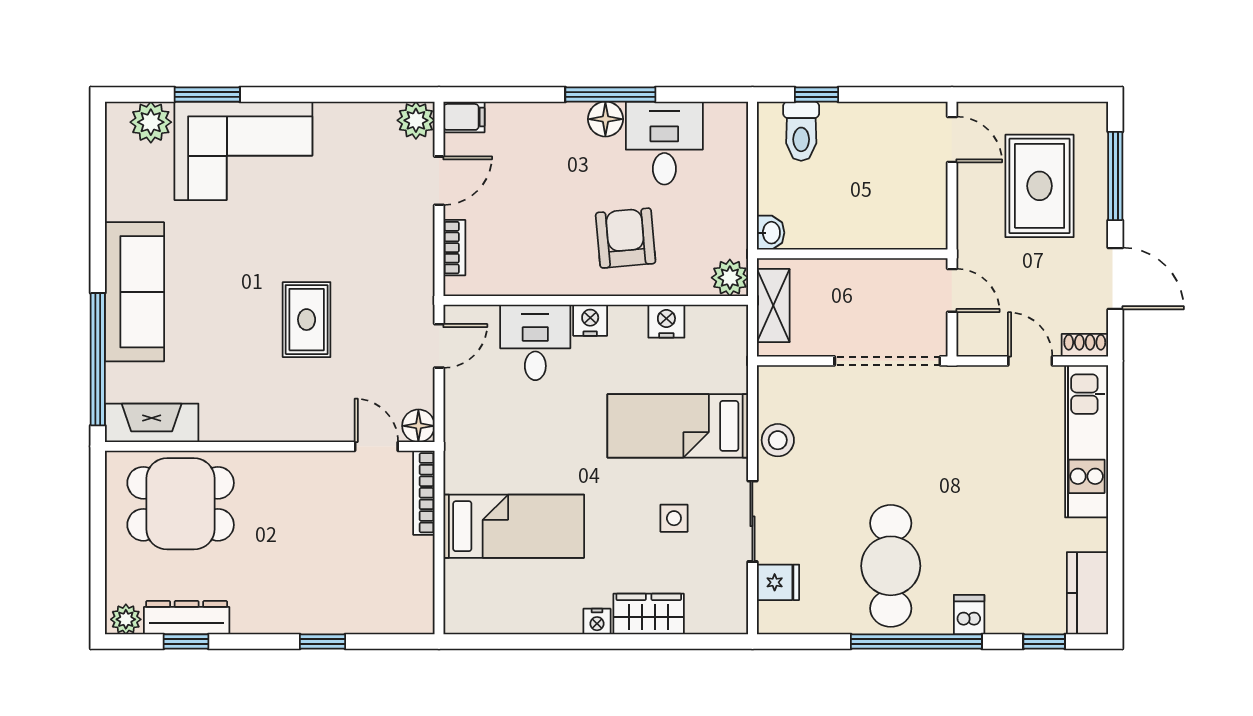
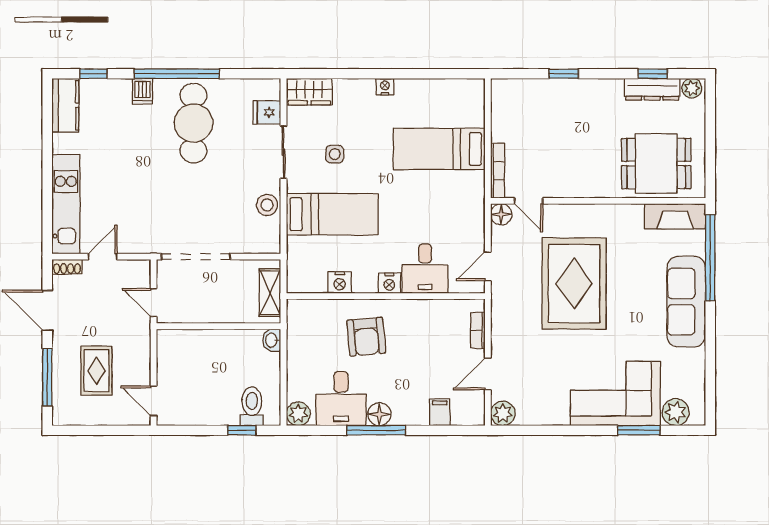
filing cabinet: (464, 117) -> (440, 412), moved, turned 90
rug: (1040, 186) -> (96, 371), width x0.73, depth x0.70
plant: (730, 278) -> (298, 414), moved
rug: (307, 320) -> (574, 284), width x1.86, depth x2.06
door: (1030, 361) -> (103, 257), swing flipped
wardrobe: (649, 614) -> (309, 92), moved

